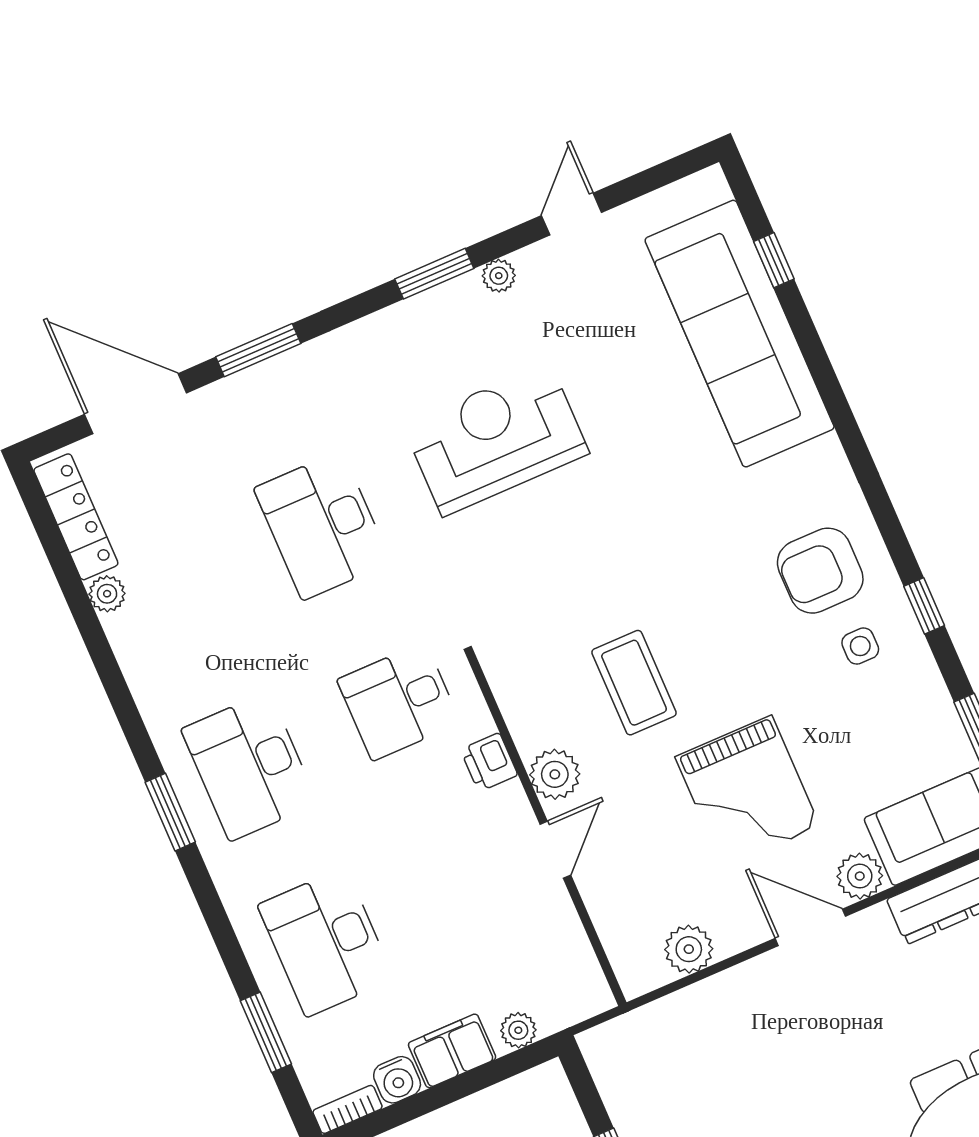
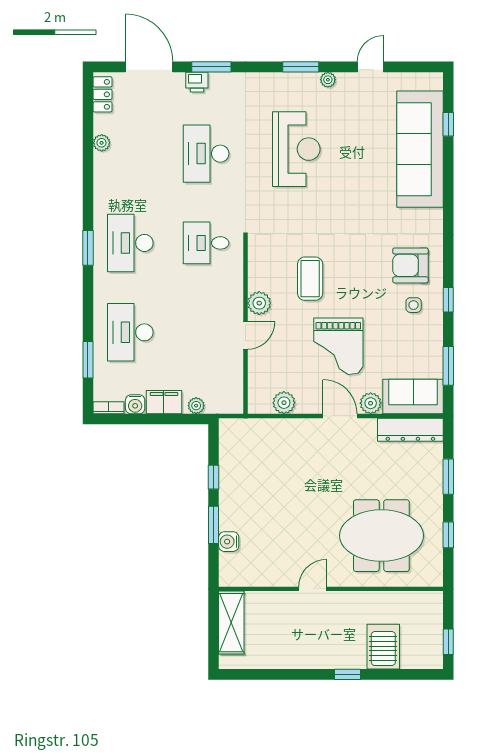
reception desk: (496, 439) -> (296, 149), turned 90
locker: (76, 517) -> (103, 94), width x0.66
printer: (489, 762) -> (197, 82), moved, turned -90

